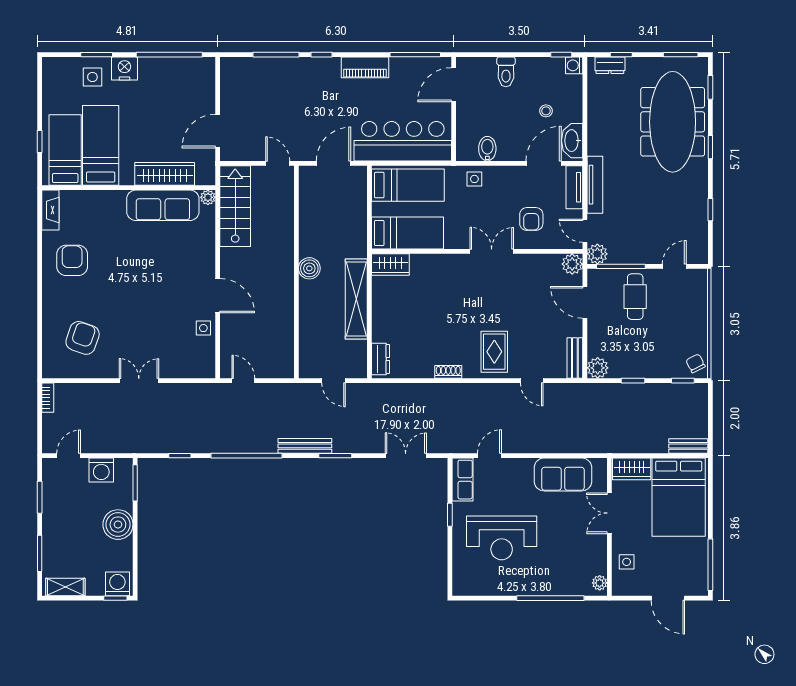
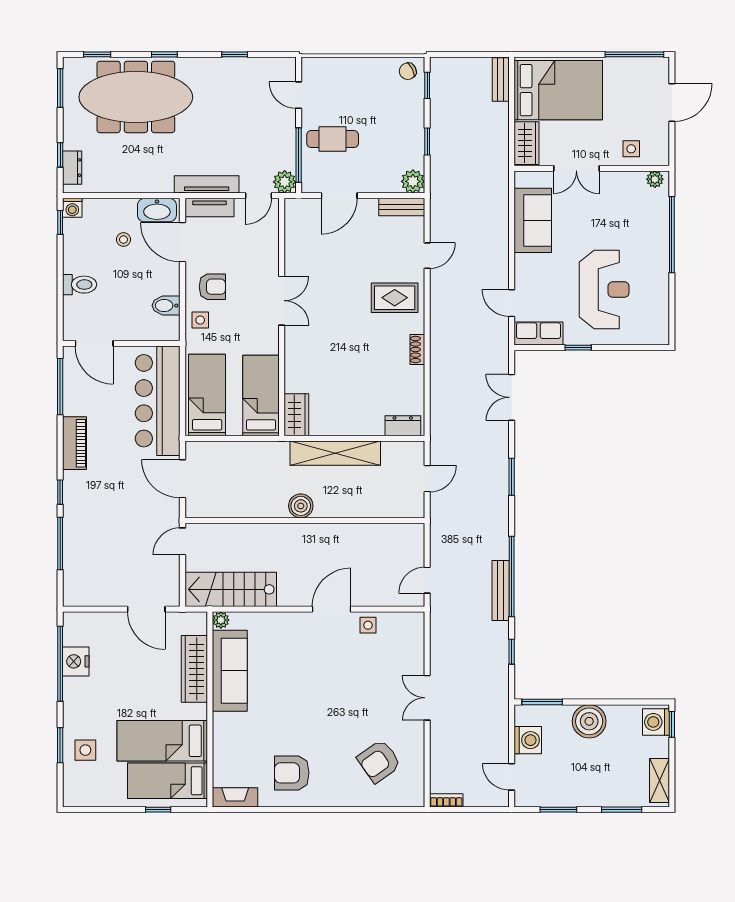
nightstand: (124, 68) -> (76, 661), moved
armchair: (531, 219) -> (212, 287), moved
double door: (492, 251) -> (282, 301), swing flipped
plant: (572, 264) -> (296, 210), removed
armchair: (83, 338) -> (379, 761), turned -54
bench: (305, 446) -> (501, 590), moved

